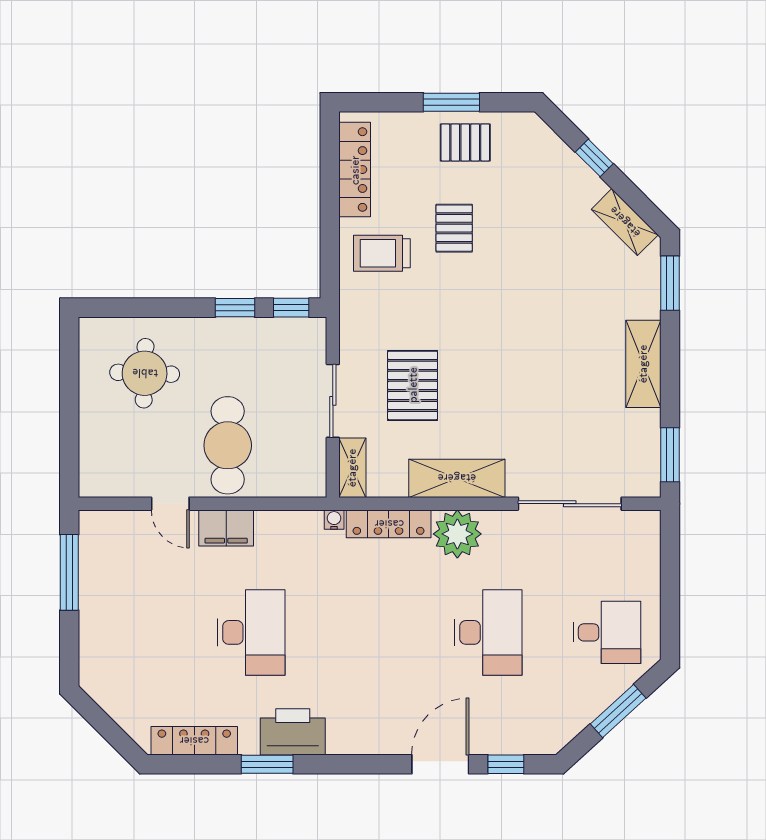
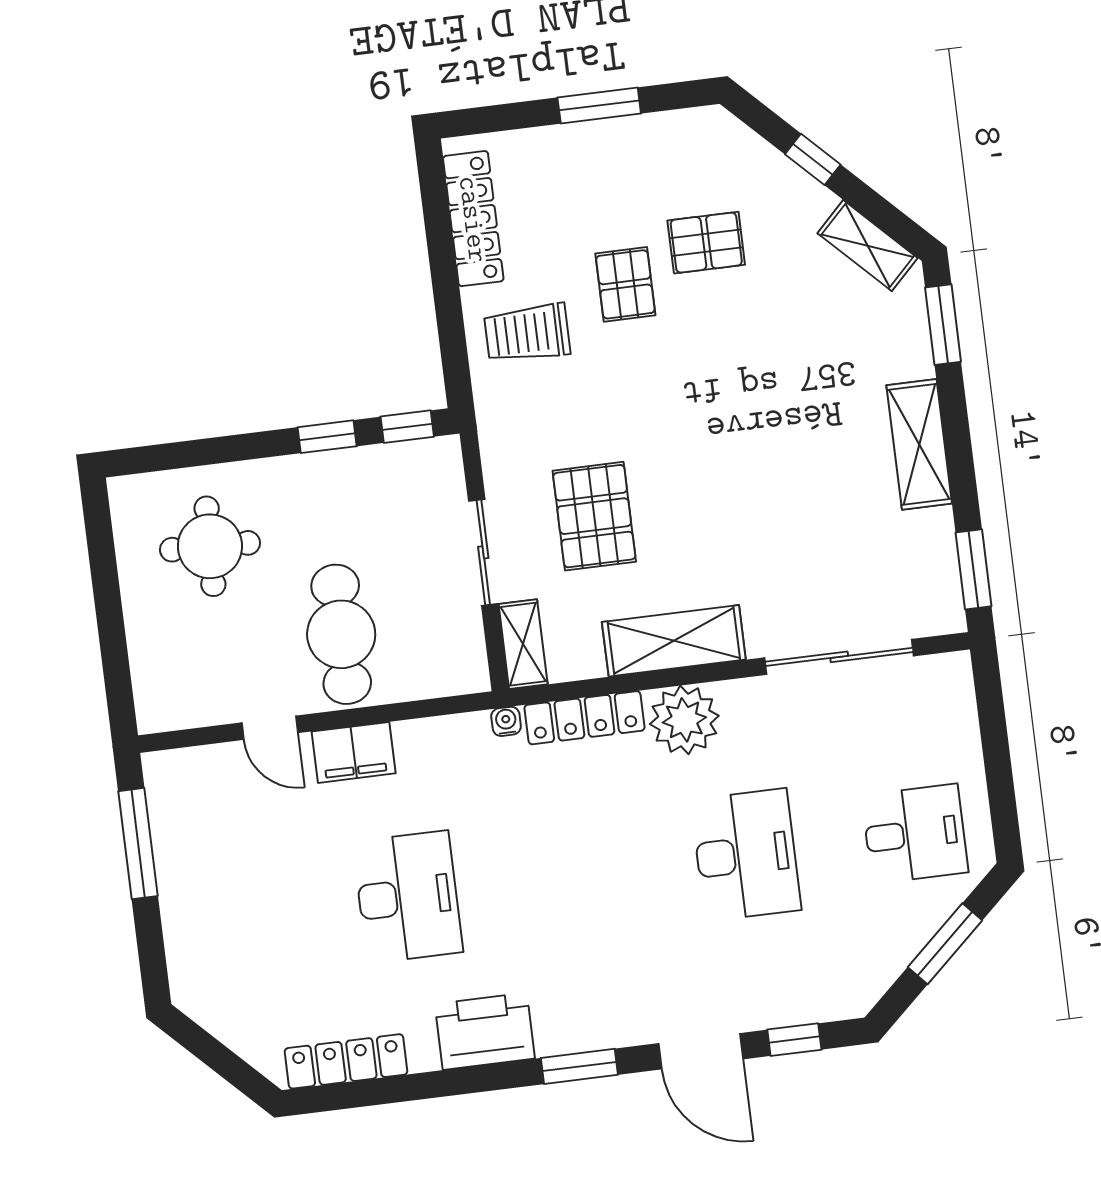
pallet: (465, 142) -> (706, 243), moved
window: (267, 764) -> (579, 1066), moved
door: (440, 764) -> (701, 1051), swing flipped

